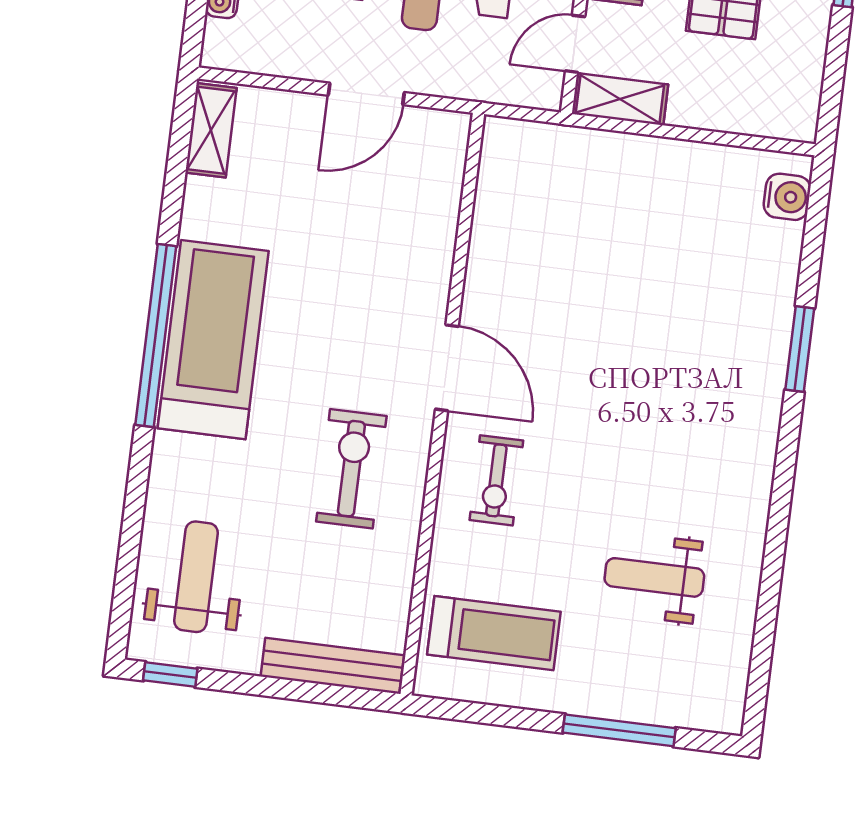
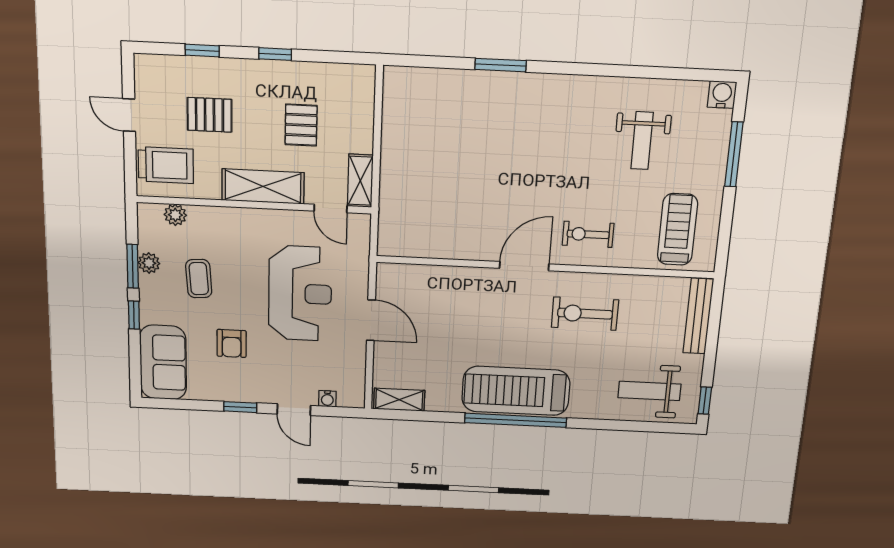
water cooler: (787, 197) -> (722, 95), moved
exercise bike: (496, 480) -> (588, 234), turned 180

